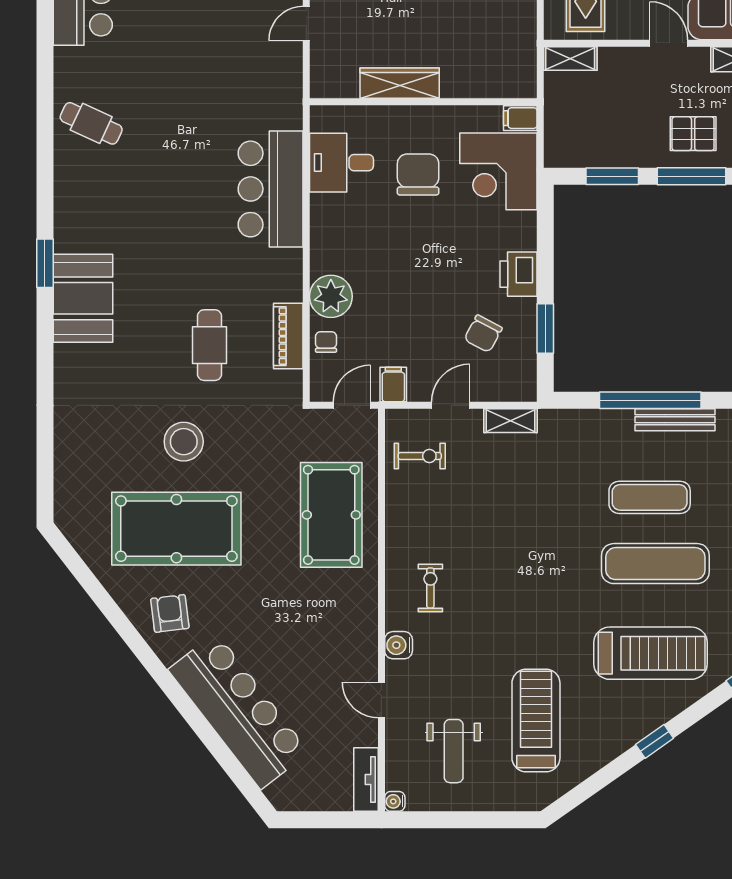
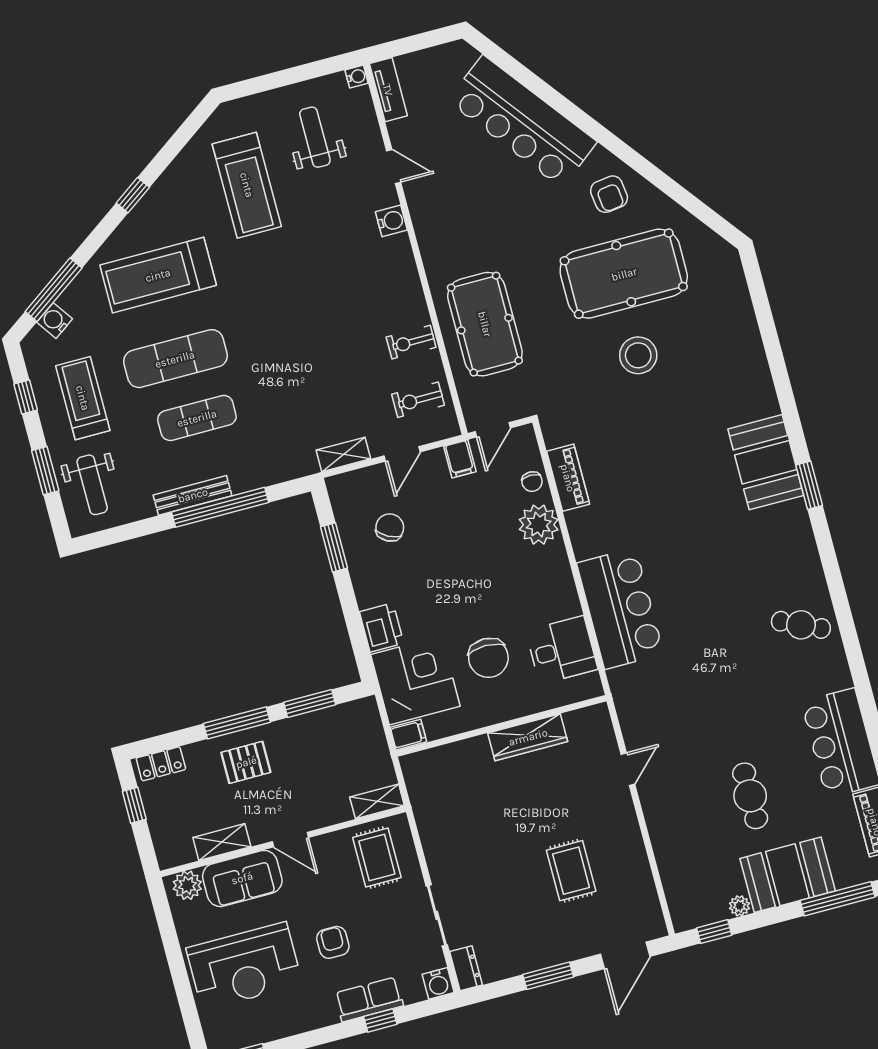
printer: (519, 274) -> (382, 627), moved
cafe table: (210, 345) -> (638, 450), removed
exercise bike: (430, 588) -> (411, 342), moved, turned 90

